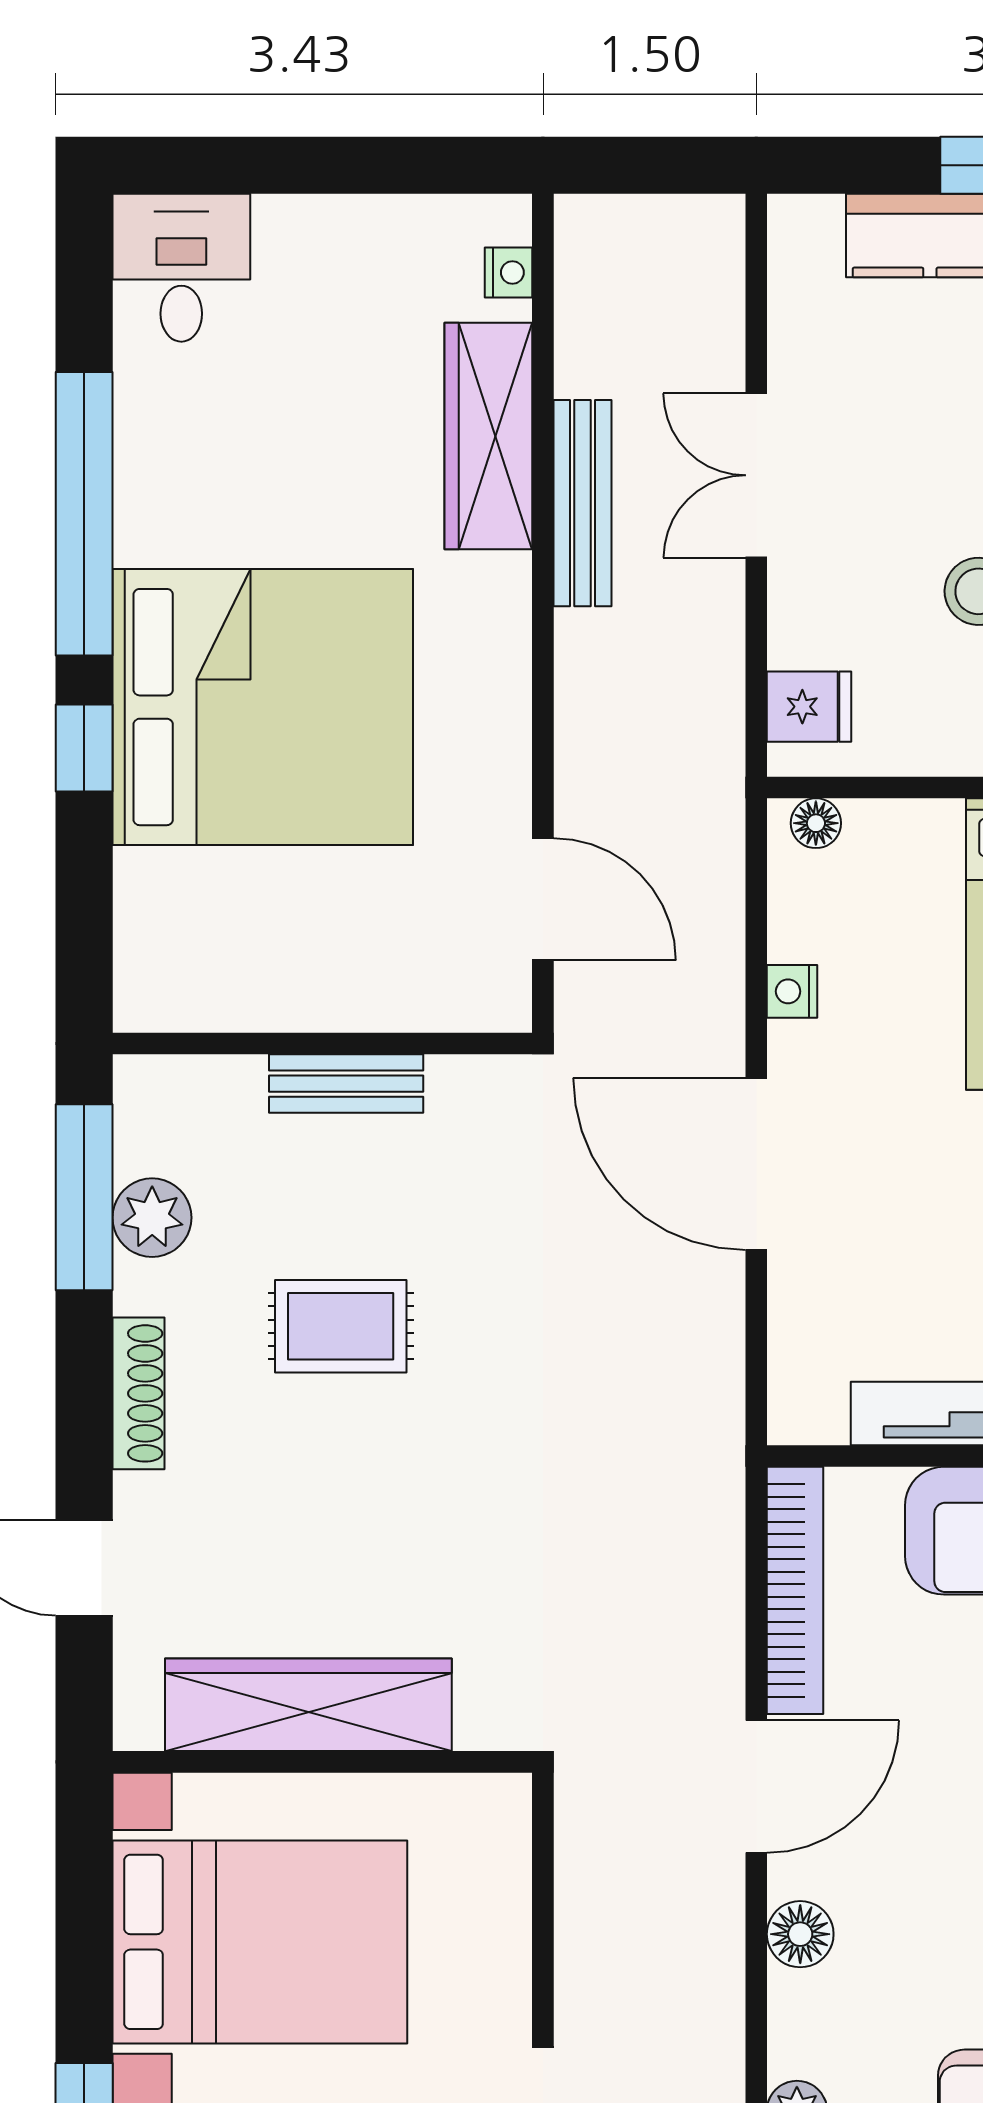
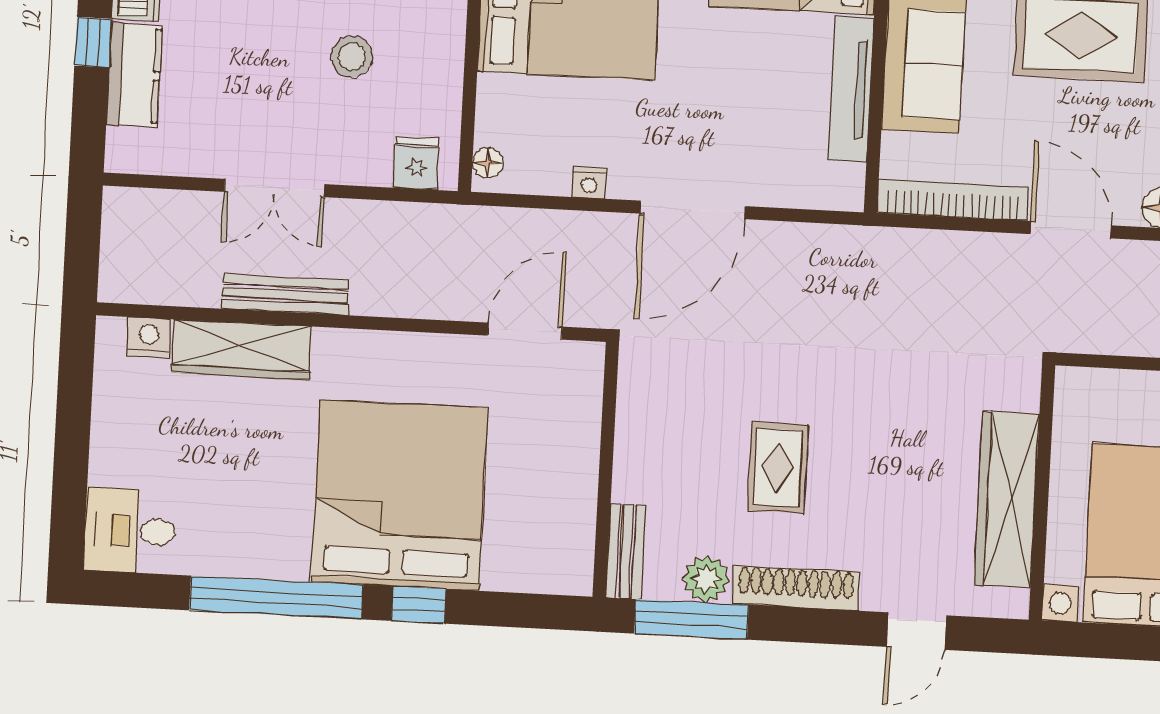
nightstand: (509, 272) -> (149, 337), width x1.39, depth x1.35
bench: (346, 1084) -> (626, 552), moved
shoe rack: (138, 1393) -> (796, 588), width x1.36, depth x1.24

